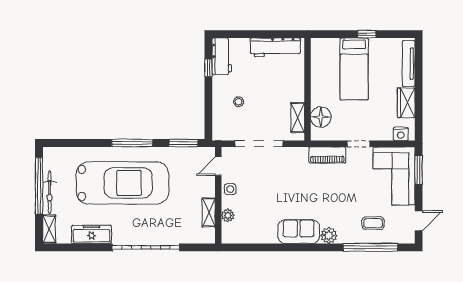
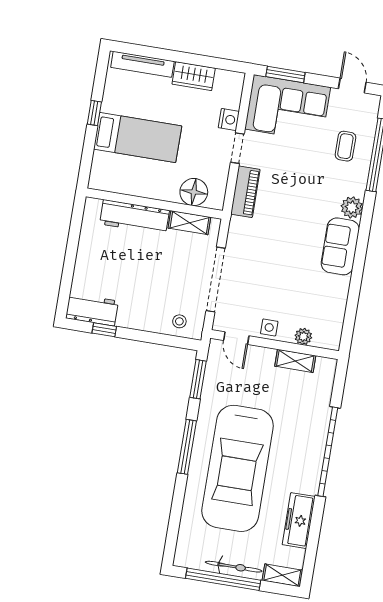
workbench: (275, 47) -> (134, 217), moved, turned 90
stool: (238, 102) -> (179, 321), moved
nightstand: (401, 134) -> (229, 120), moved
car: (123, 183) -> (238, 468), turned 180

